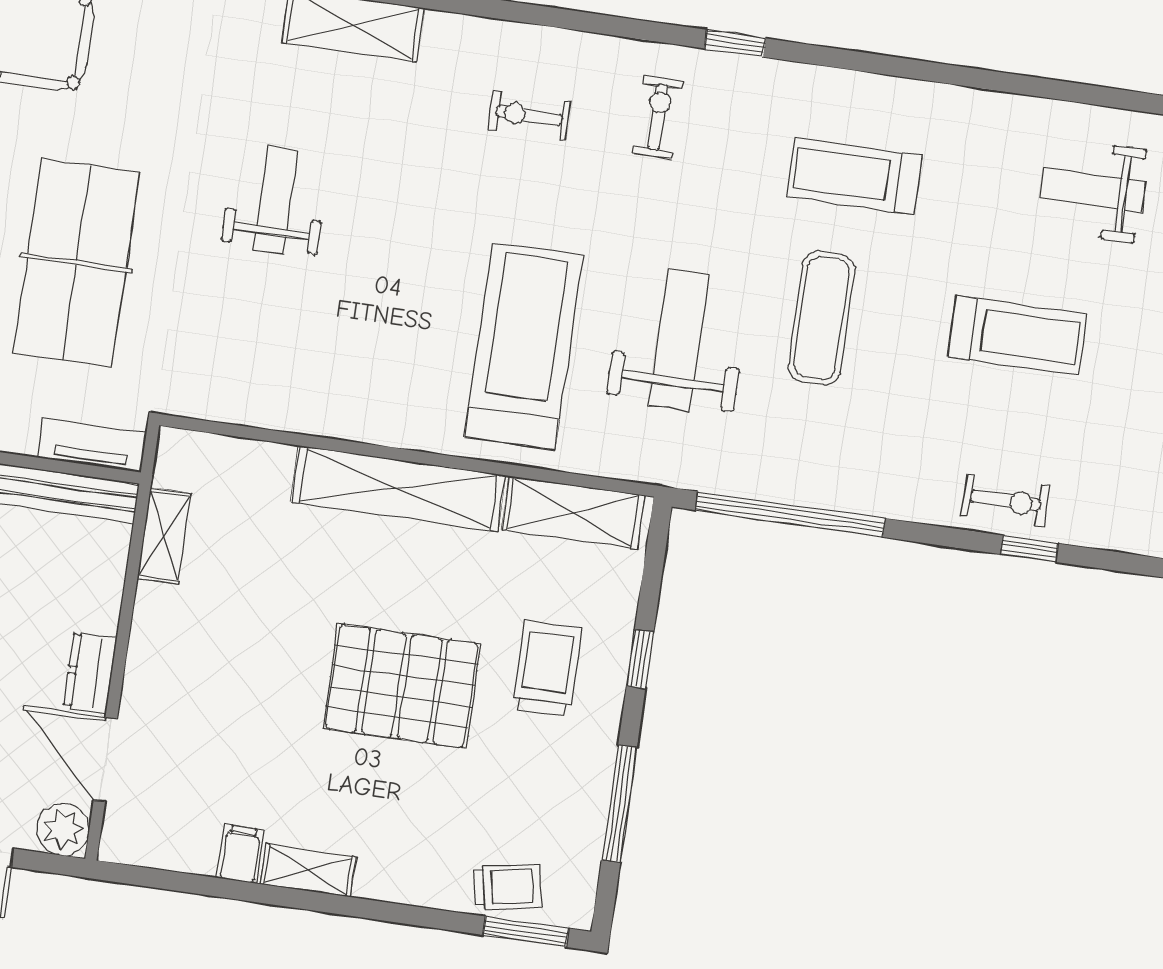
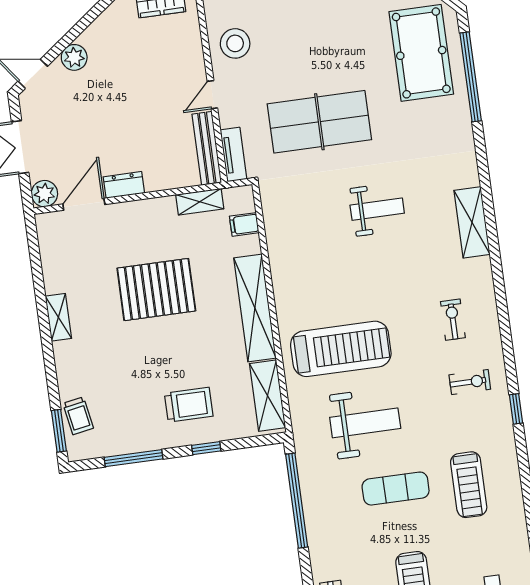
treadmill: (854, 176) -> (469, 485), turned 180
pallet: (402, 686) -> (156, 290), moved, turned 90
filing cabinet: (240, 854) -> (244, 224), moved, turned 180

